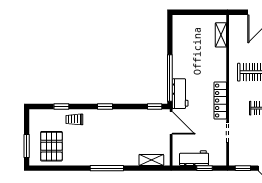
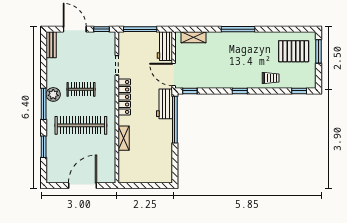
shelving: (221, 35) -> (124, 138), moved
window: (61, 106) -> (299, 91), moved
pallet: (51, 146) -> (294, 51), turned 90
workbench: (194, 158) -> (165, 46), moved, turned 90
window: (204, 168) -> (140, 29), width x2.17

